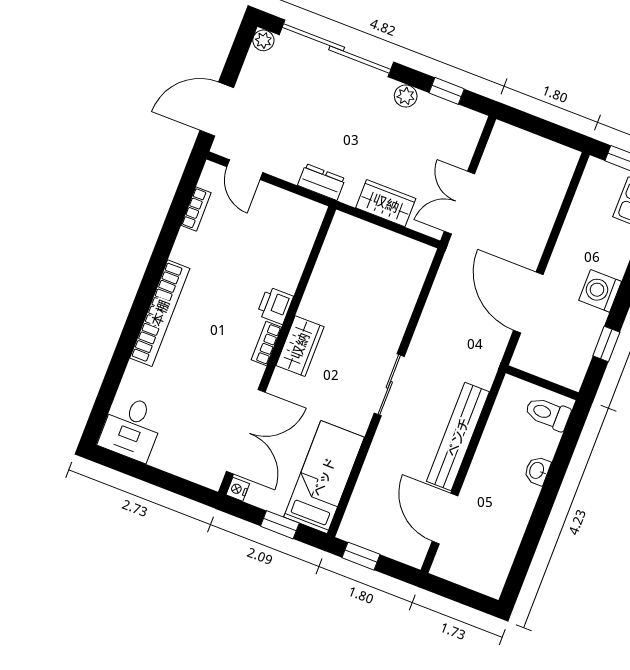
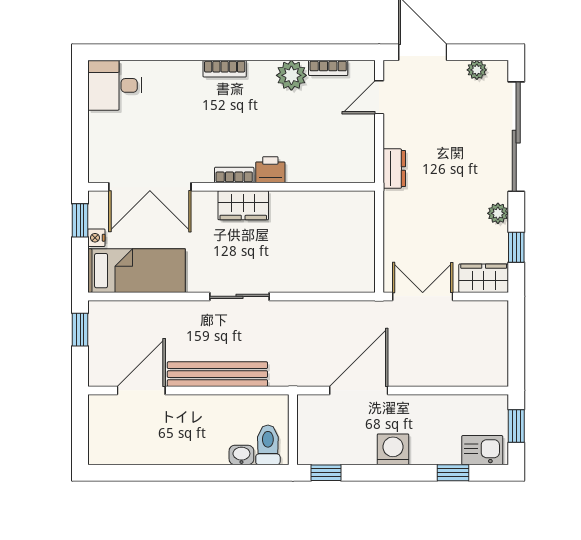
plant: (263, 40) -> (477, 70), moved
wardrobe: (386, 203) -> (484, 278), moved, turned -90
plant: (189, 248) -> (291, 75), added
bookcase: (160, 313) -> (225, 69), width x0.43, depth x0.76
window: (606, 344) -> (326, 473), moved
washbasin: (537, 471) -> (241, 455), moved
nightstand: (238, 489) -> (96, 238), moved, turned -90
window: (280, 525) -> (80, 220), moved

